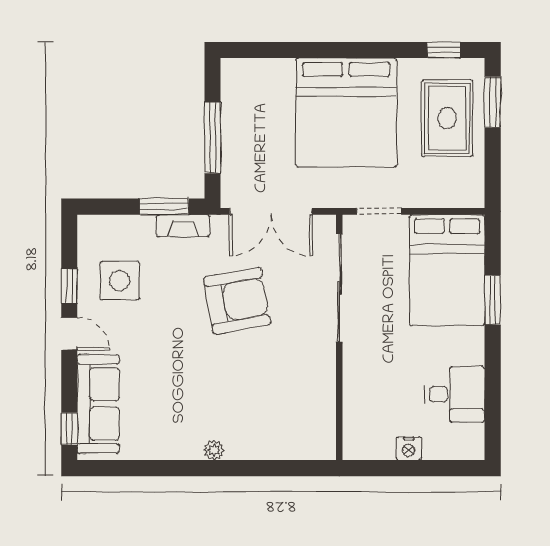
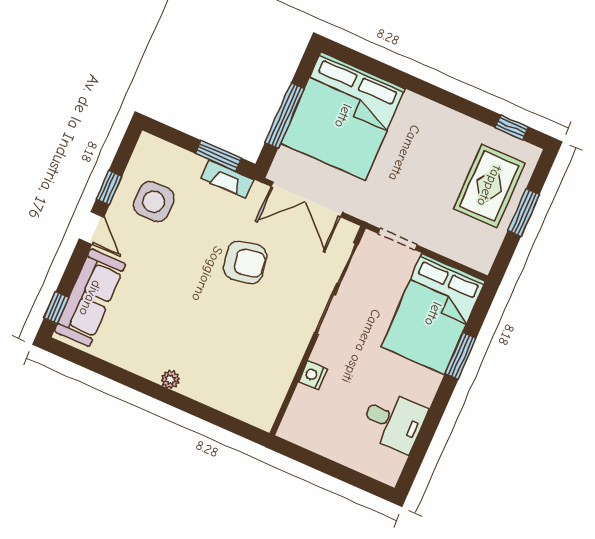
window: (493, 102) -> (524, 212), moved
bed: (346, 113) -> (343, 116), moved
armchair: (237, 301) -> (245, 262), width x0.73, depth x0.73
nightstand: (409, 449) -> (313, 375), moved, turned 90

